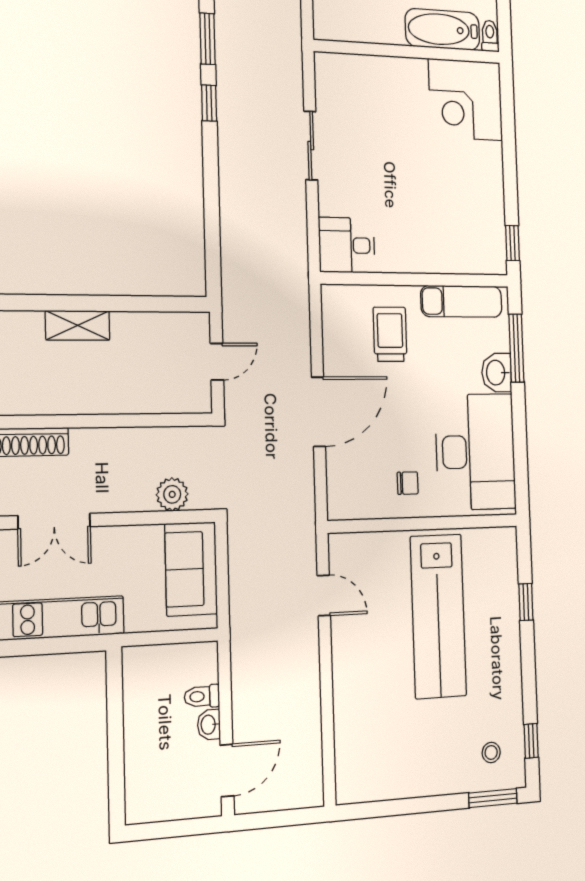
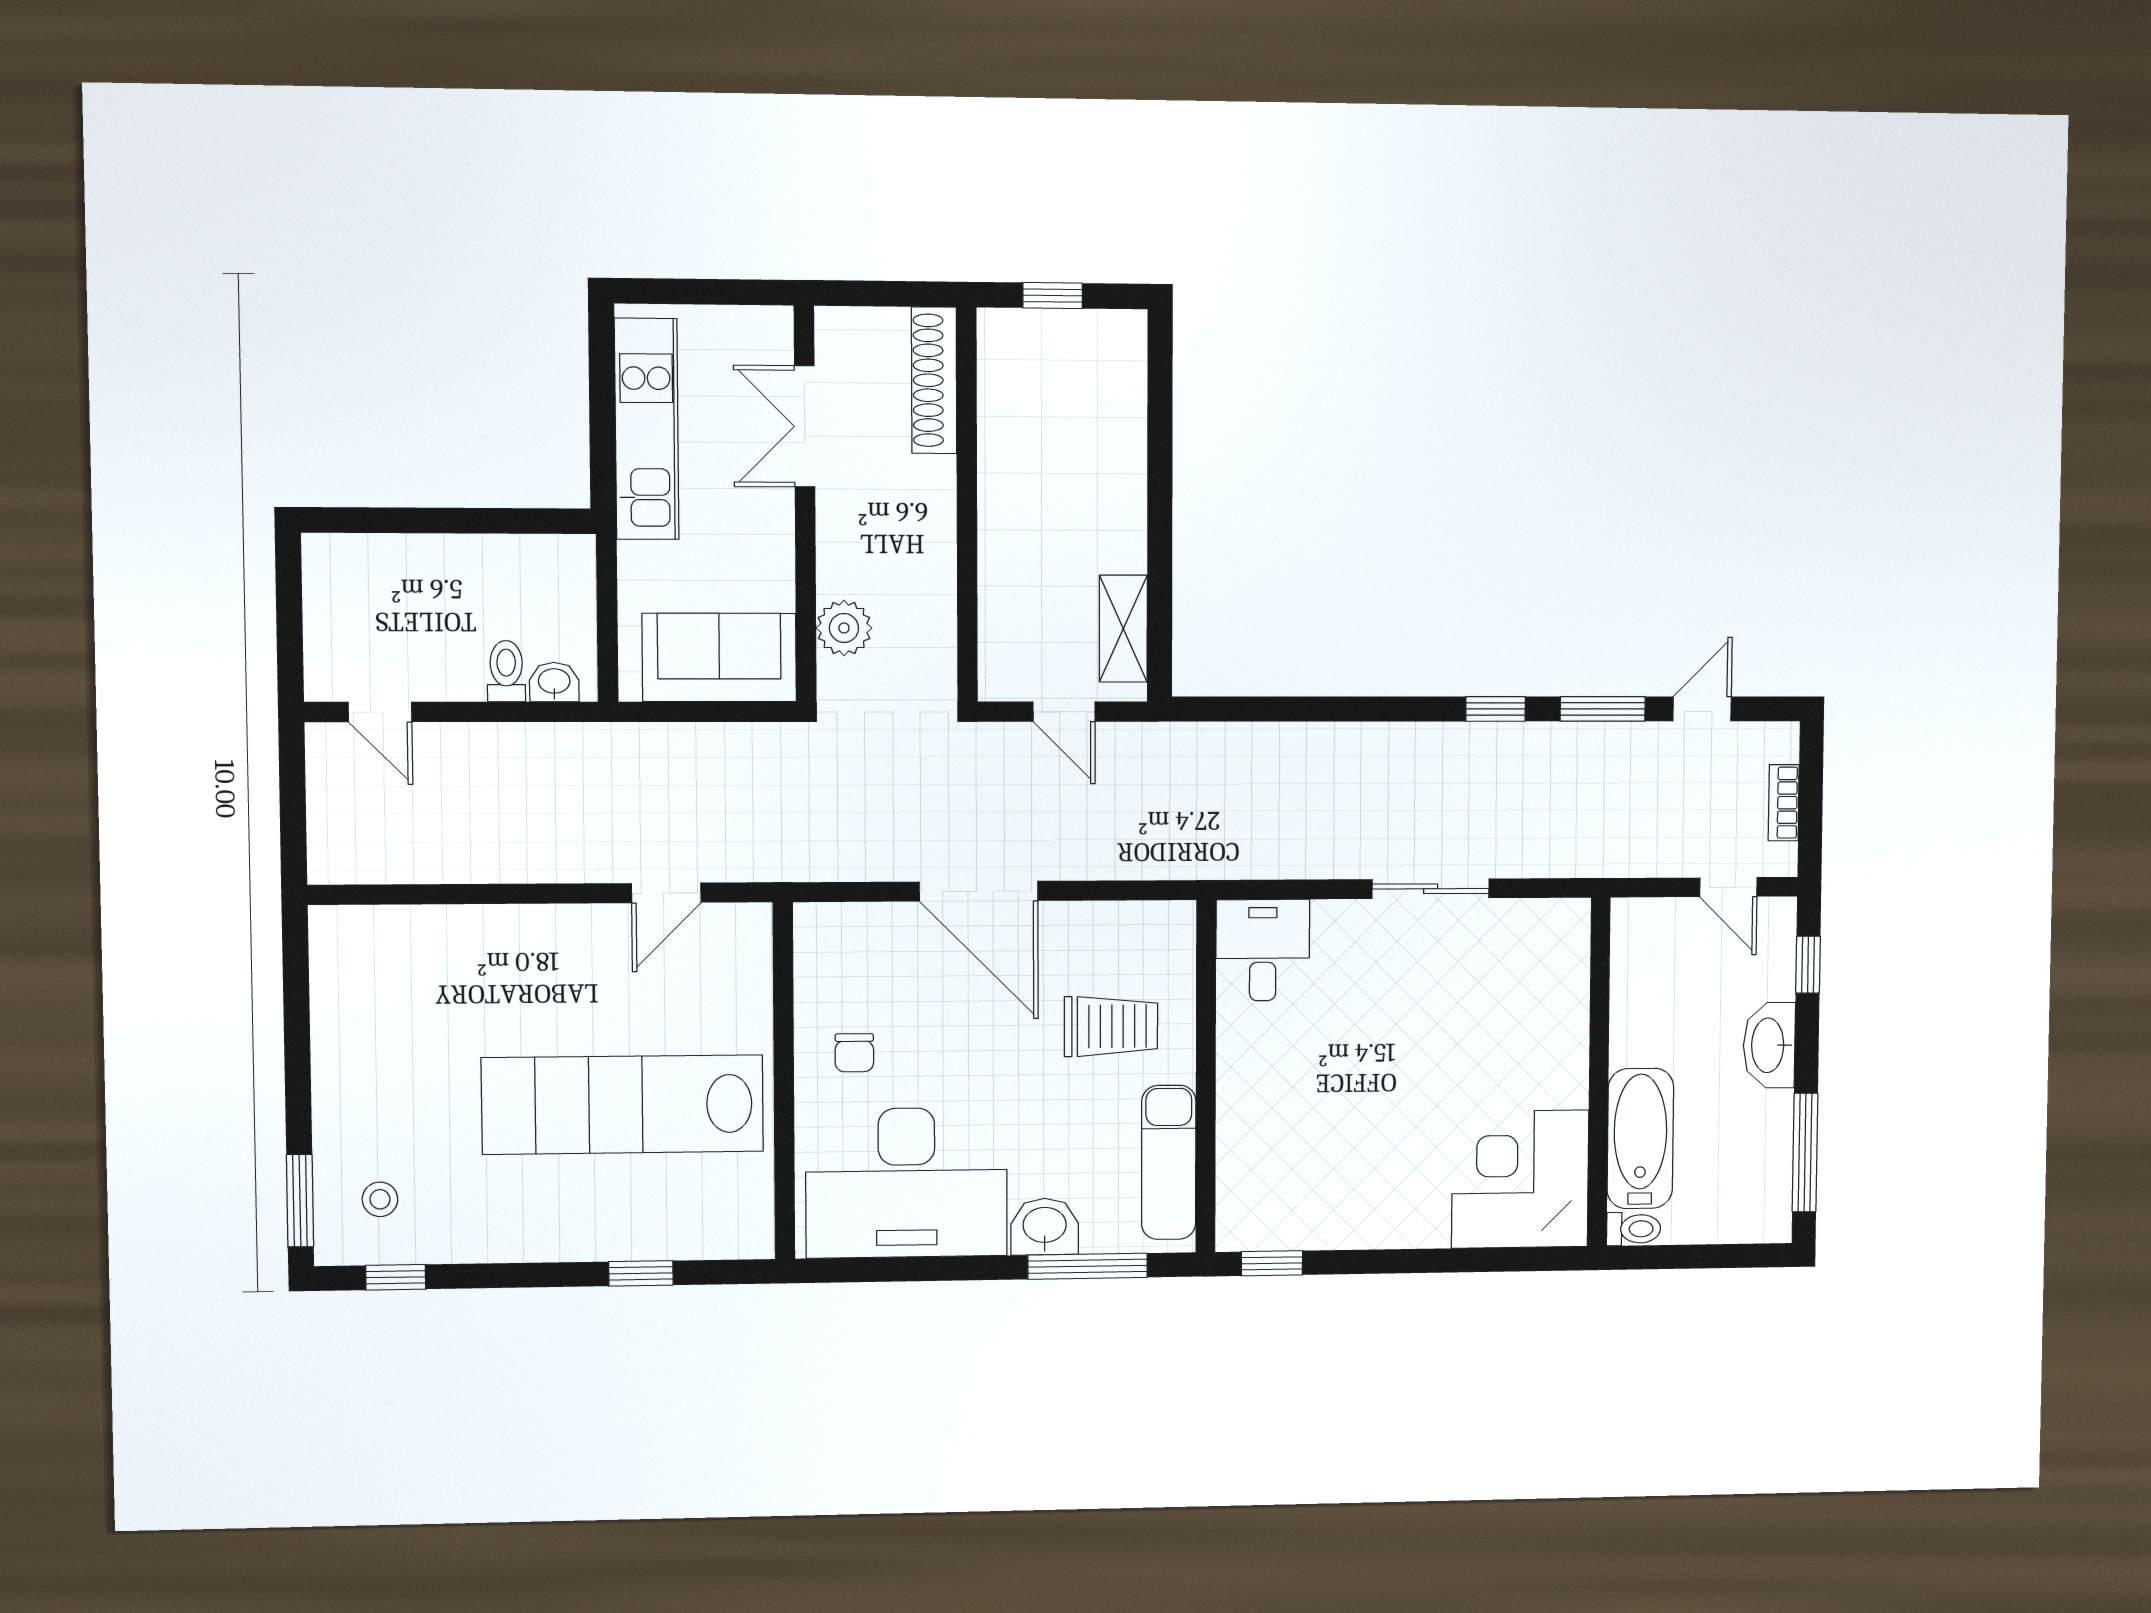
shelving: (78, 325) -> (1123, 629), moved
washbasin: (209, 725) -> (554, 682), moved
door: (227, 770) -> (380, 712), width x0.73

